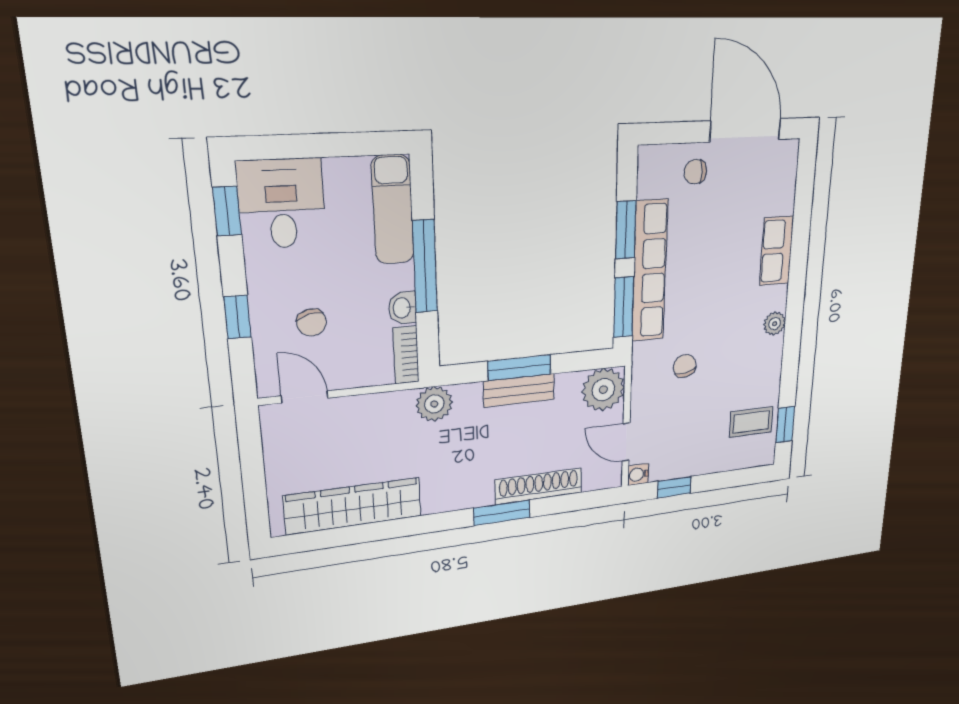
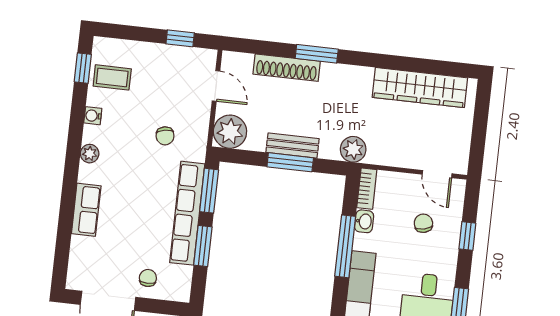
chair: (695, 172) -> (148, 278), turned -90
water cooler: (638, 474) -> (93, 116), moved, turned 180

